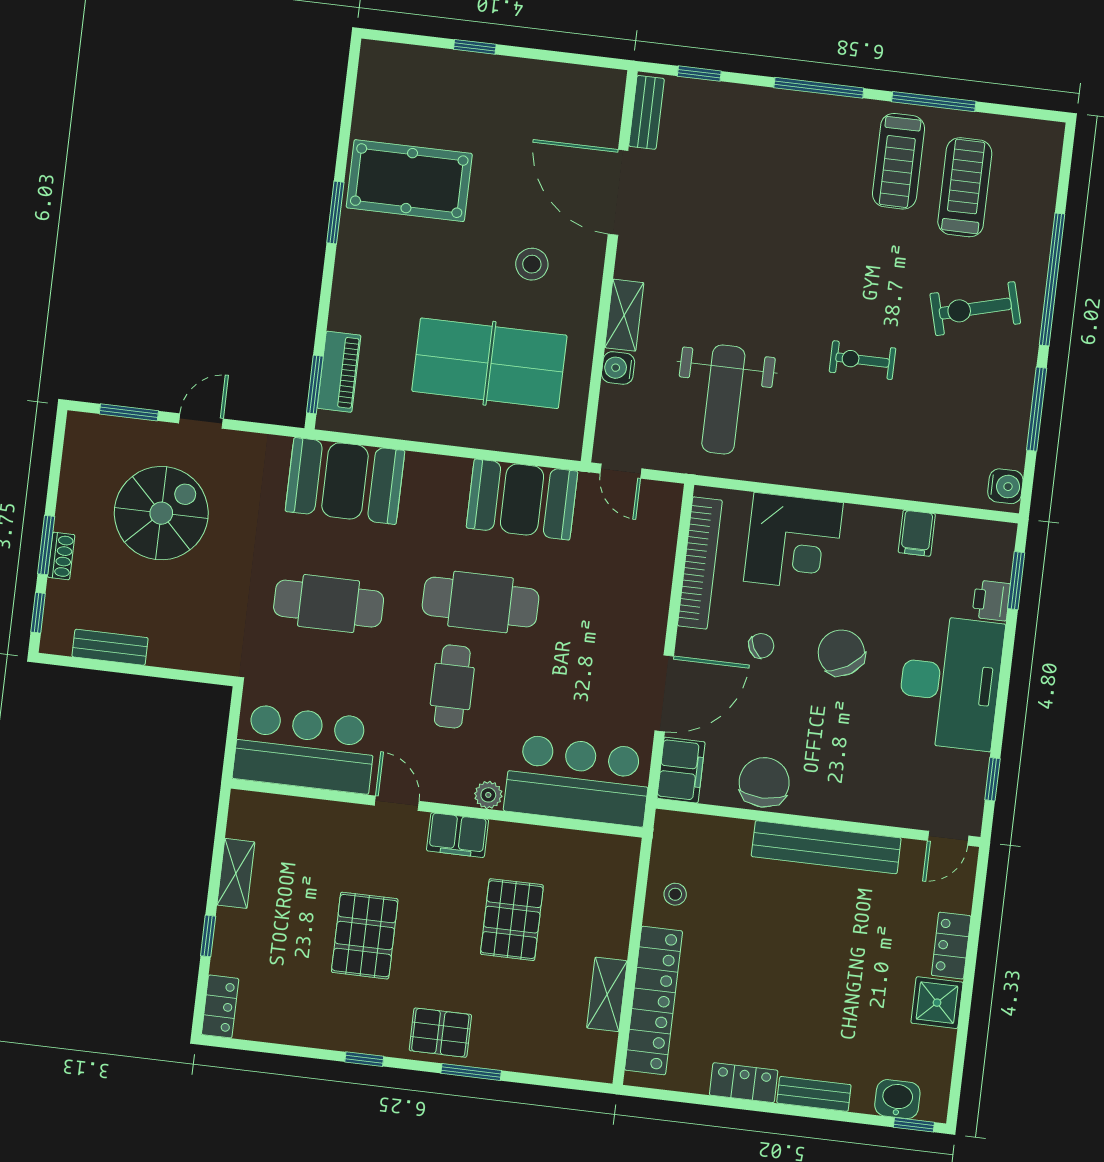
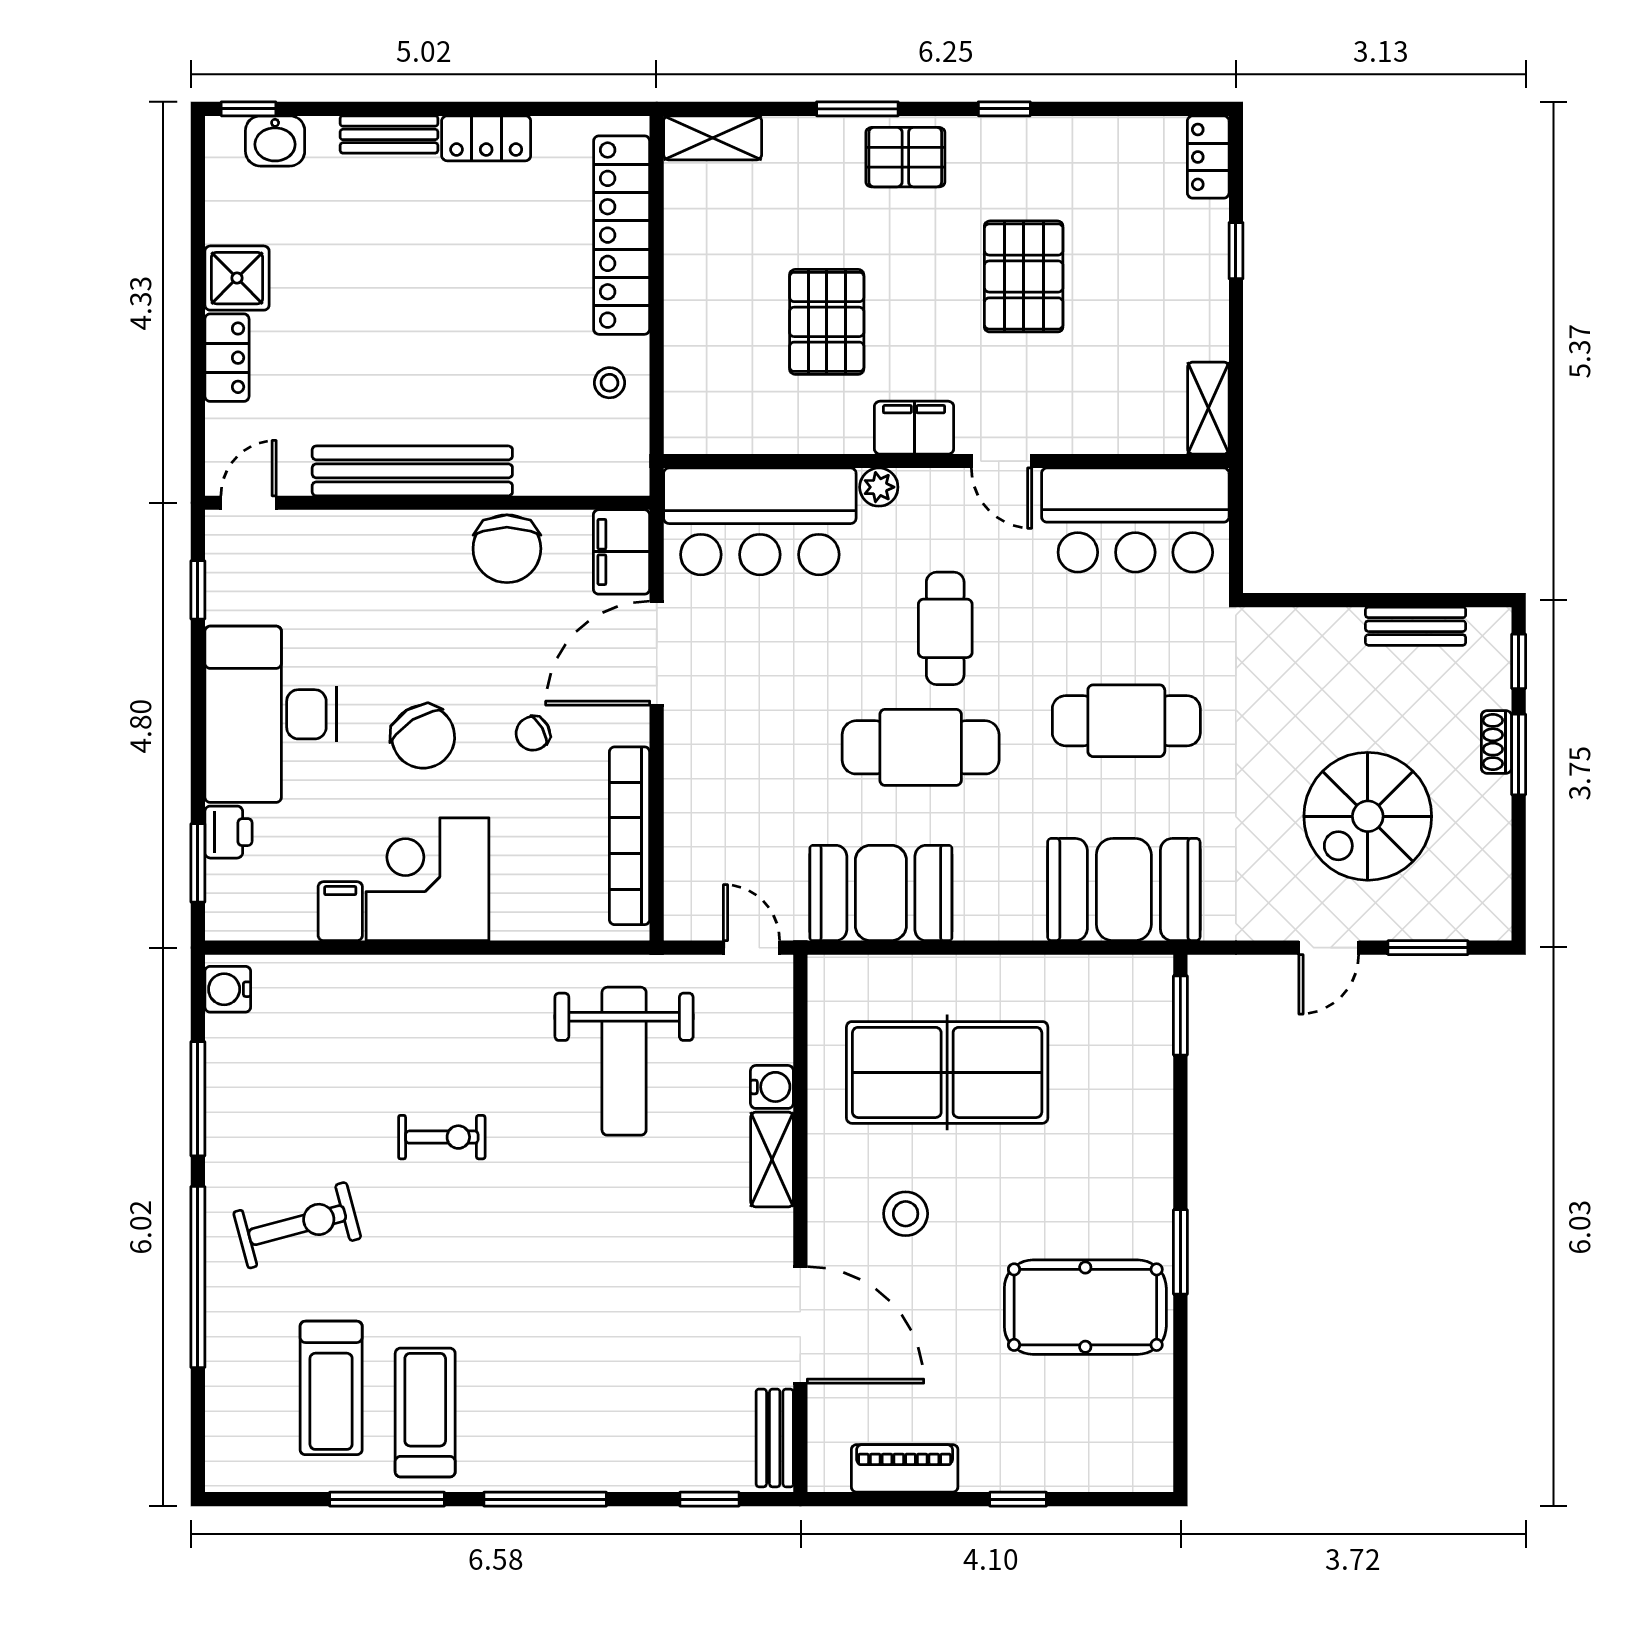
piano: (339, 372) -> (905, 1468), moved, turned 90
weight bench: (723, 400) -> (624, 1061), turned 180
corner desk: (793, 542) -> (428, 879), moved
shelving: (236, 873) -> (1208, 408), moved
shelving: (607, 994) -> (713, 138), moved, turned 90

